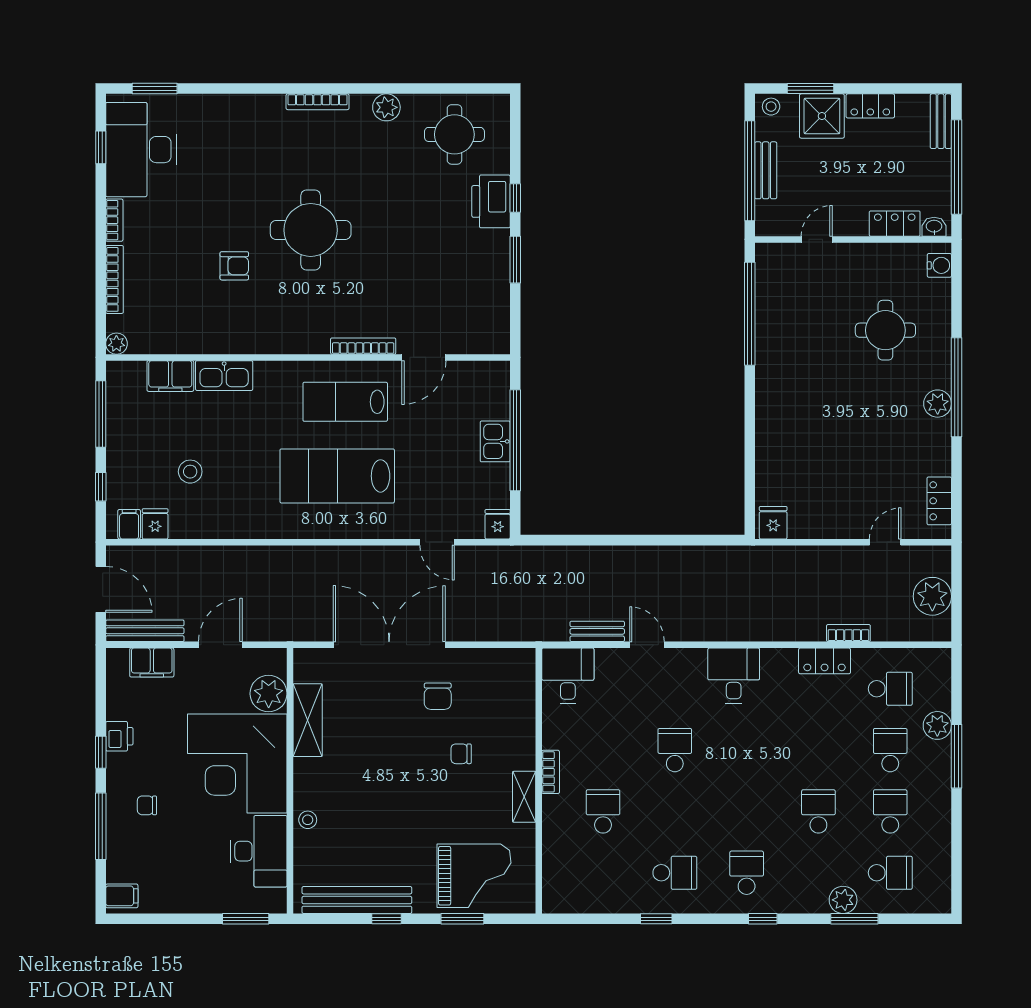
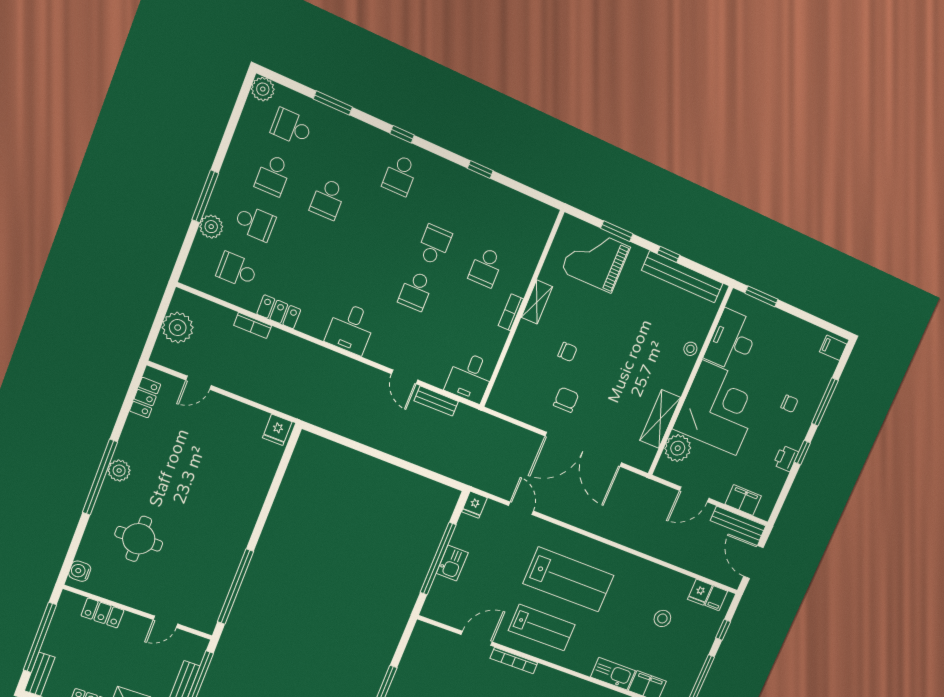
washbasin: (934, 227) -> (73, 600), removed
school desk: (890, 750) -> (255, 223), turned -90
school desk: (675, 873) -> (434, 245), moved, turned 90
plant: (843, 900) -> (263, 89), moved

